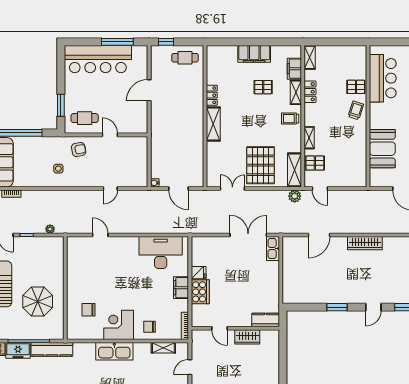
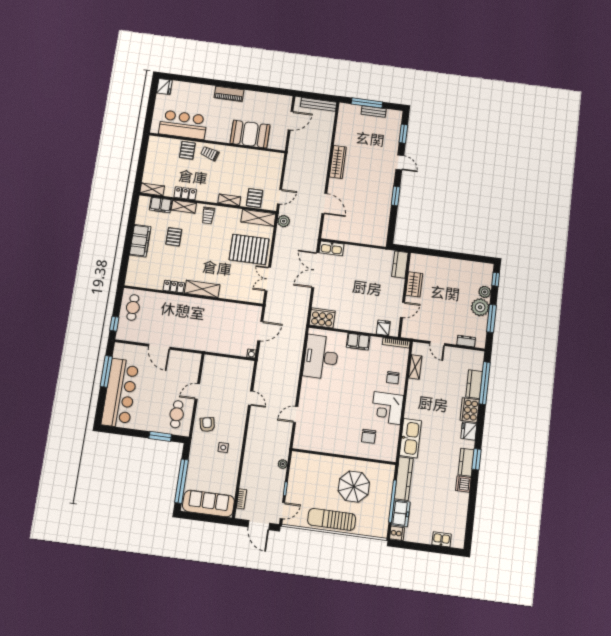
fridge: (199, 273) -> (383, 328), moved
cooker: (200, 292) -> (322, 318), moved
kitchen sink: (114, 351) -> (410, 438), moved

